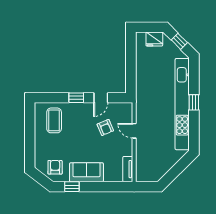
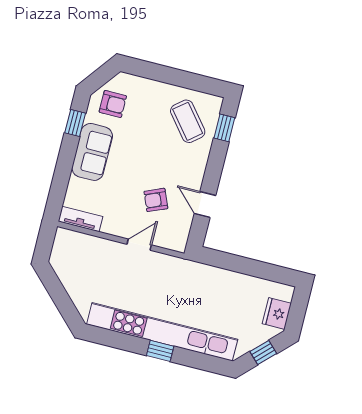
window: (76, 98) -> (224, 128), moved
coffee table: (54, 120) -> (188, 121), turned 51

